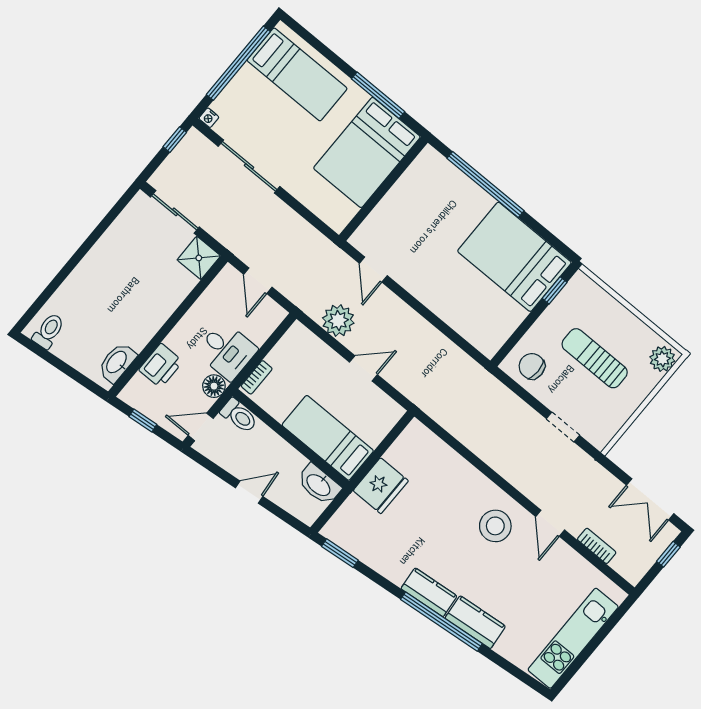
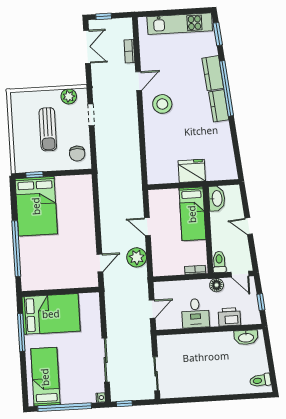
shower: (199, 258) -> (166, 344), removed
desk: (227, 351) -> (195, 313), moved, turned 180
plant: (662, 359) -> (69, 96), moved
window: (340, 553) -> (218, 34), moved

